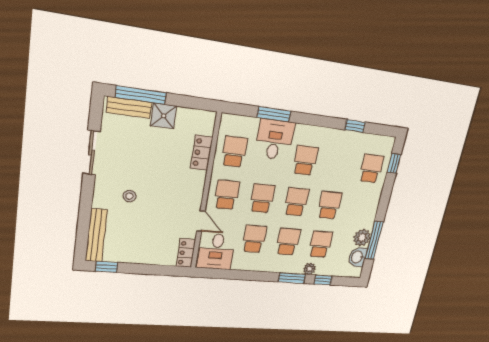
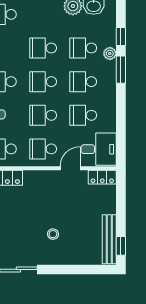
bench: (96, 235) -> (109, 239), moved, turned 90

